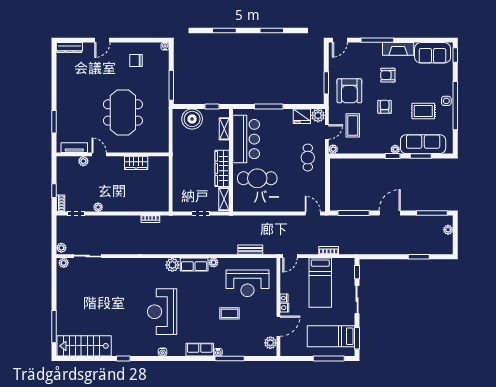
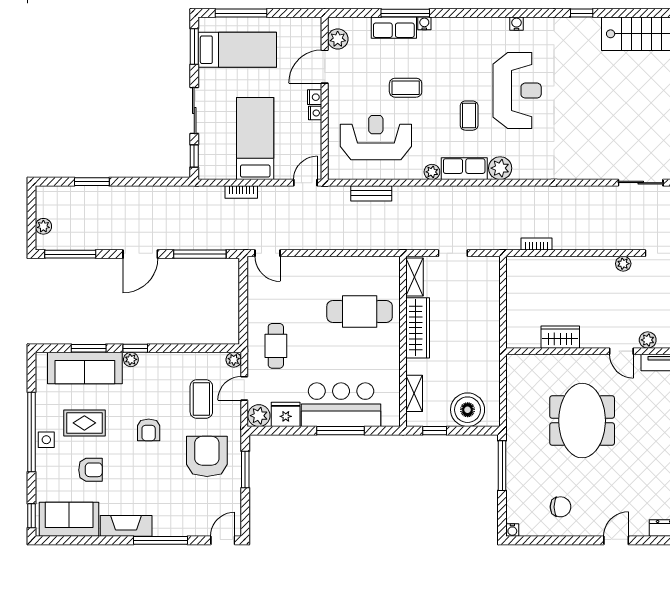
armchair: (388, 75) -> (90, 470), moved
bar counter: (246, 139) -> (341, 405), moved, turned 90
coffee table: (191, 297) -> (469, 116), added
row of seats: (200, 350) -> (394, 28), moved

